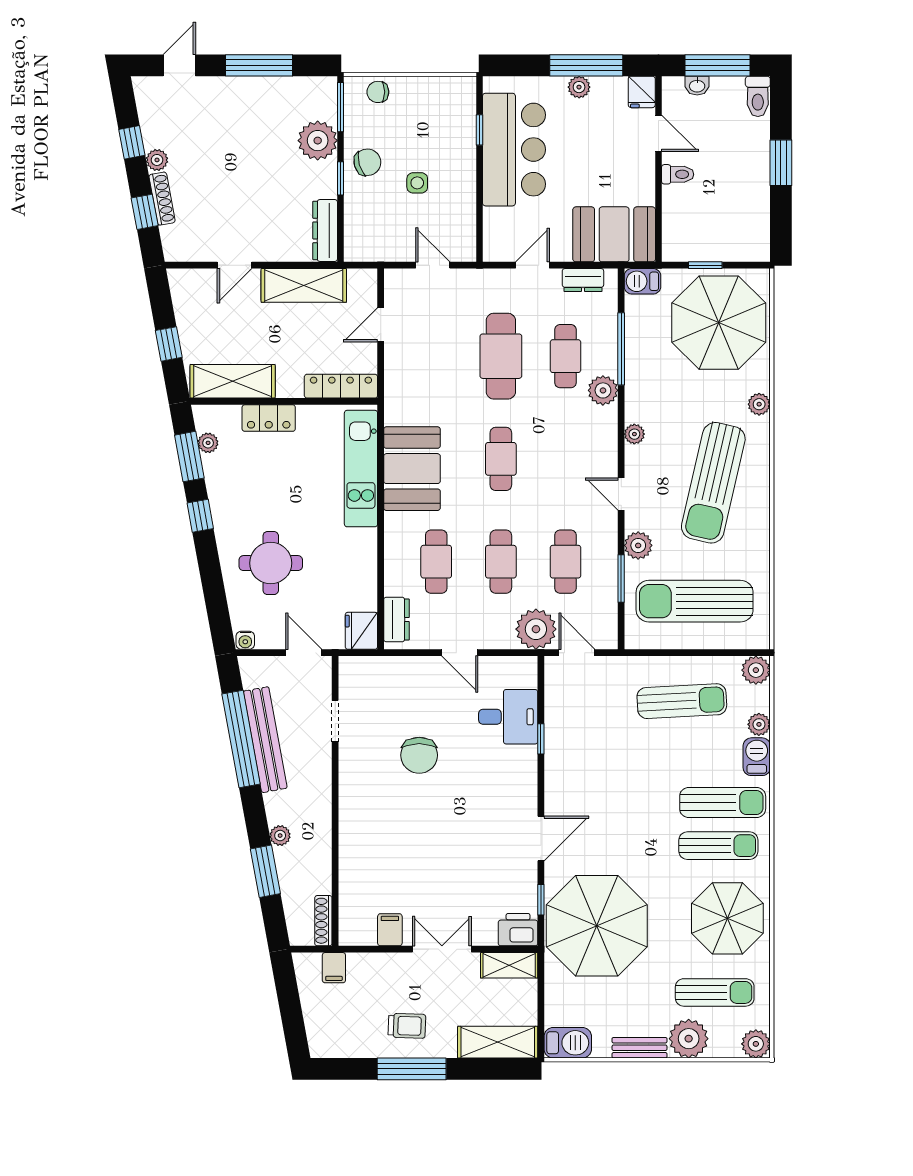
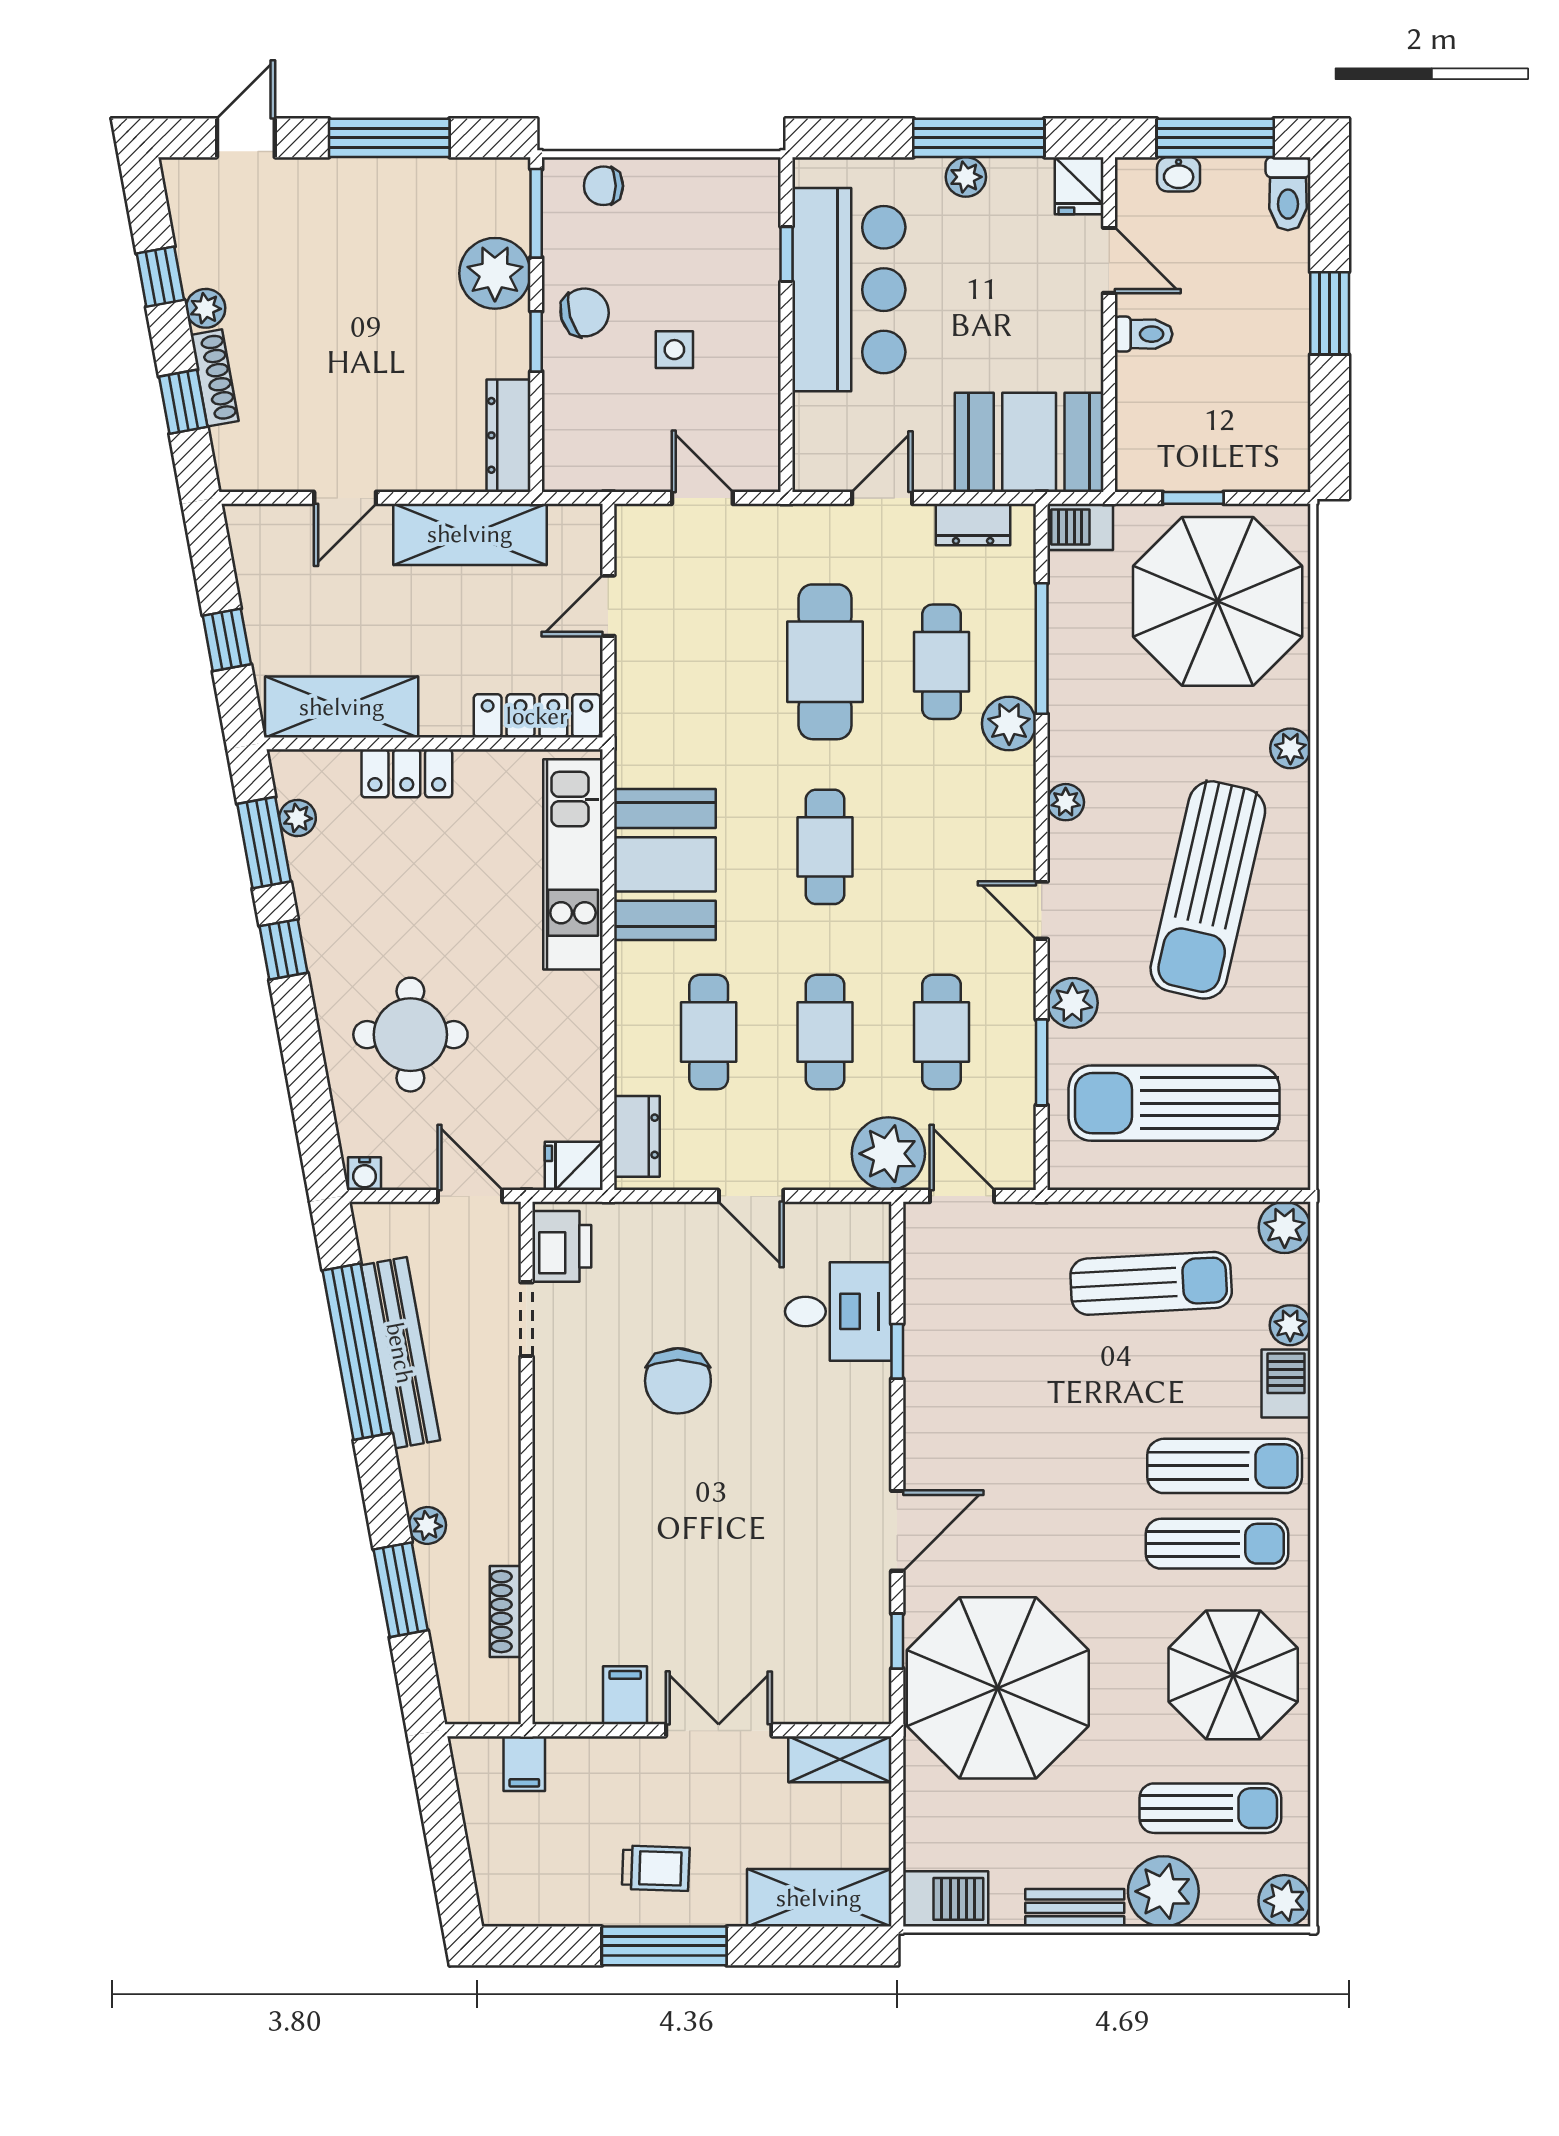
fridge: (361, 631) -> (574, 1166), width x0.72
shoe rack: (323, 921) -> (505, 1611), moved
printer: (518, 930) -> (562, 1246), moved, turned 90

